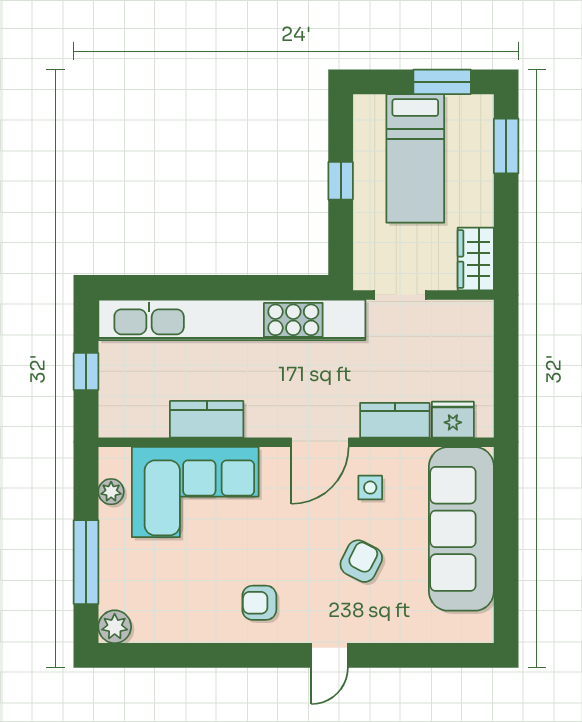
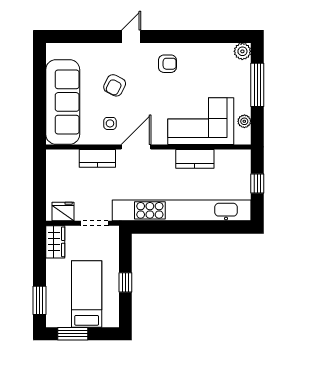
fridge: (453, 420) -> (63, 212), moved, turned 180

